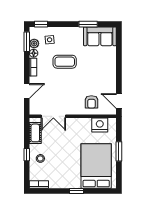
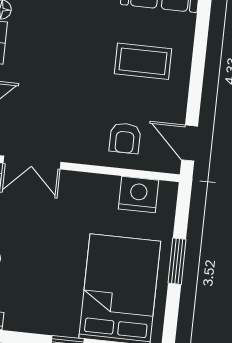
coffee table: (65, 62) -> (143, 61), moved

